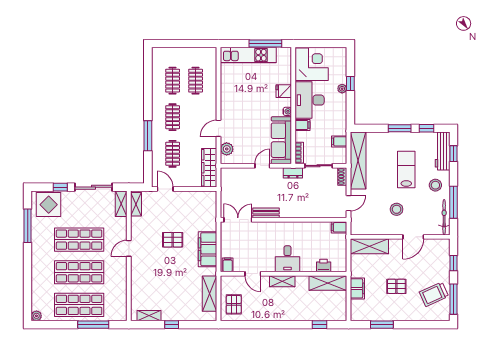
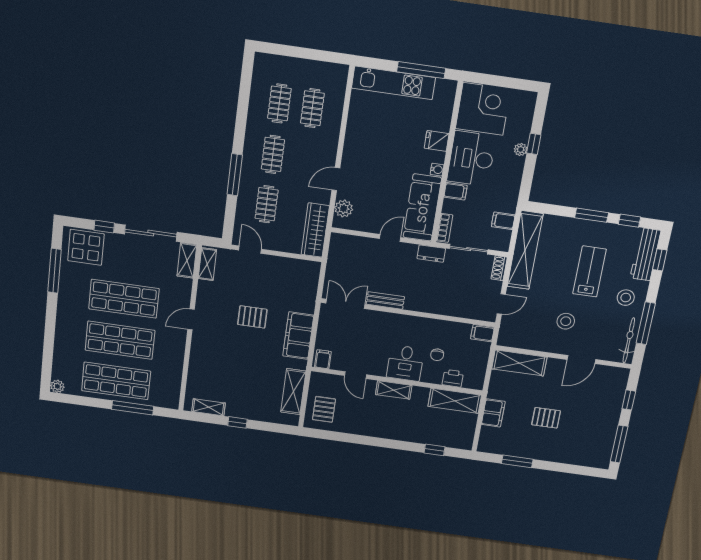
chair: (309, 249) -> (437, 355), added
trolley: (434, 294) -> (594, 434), removed

